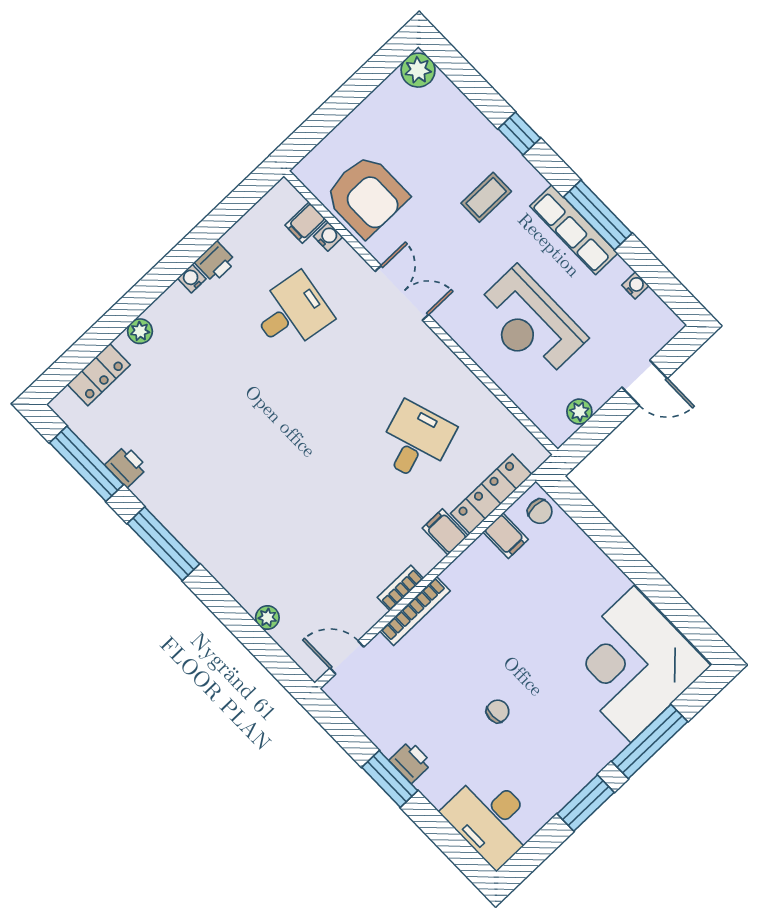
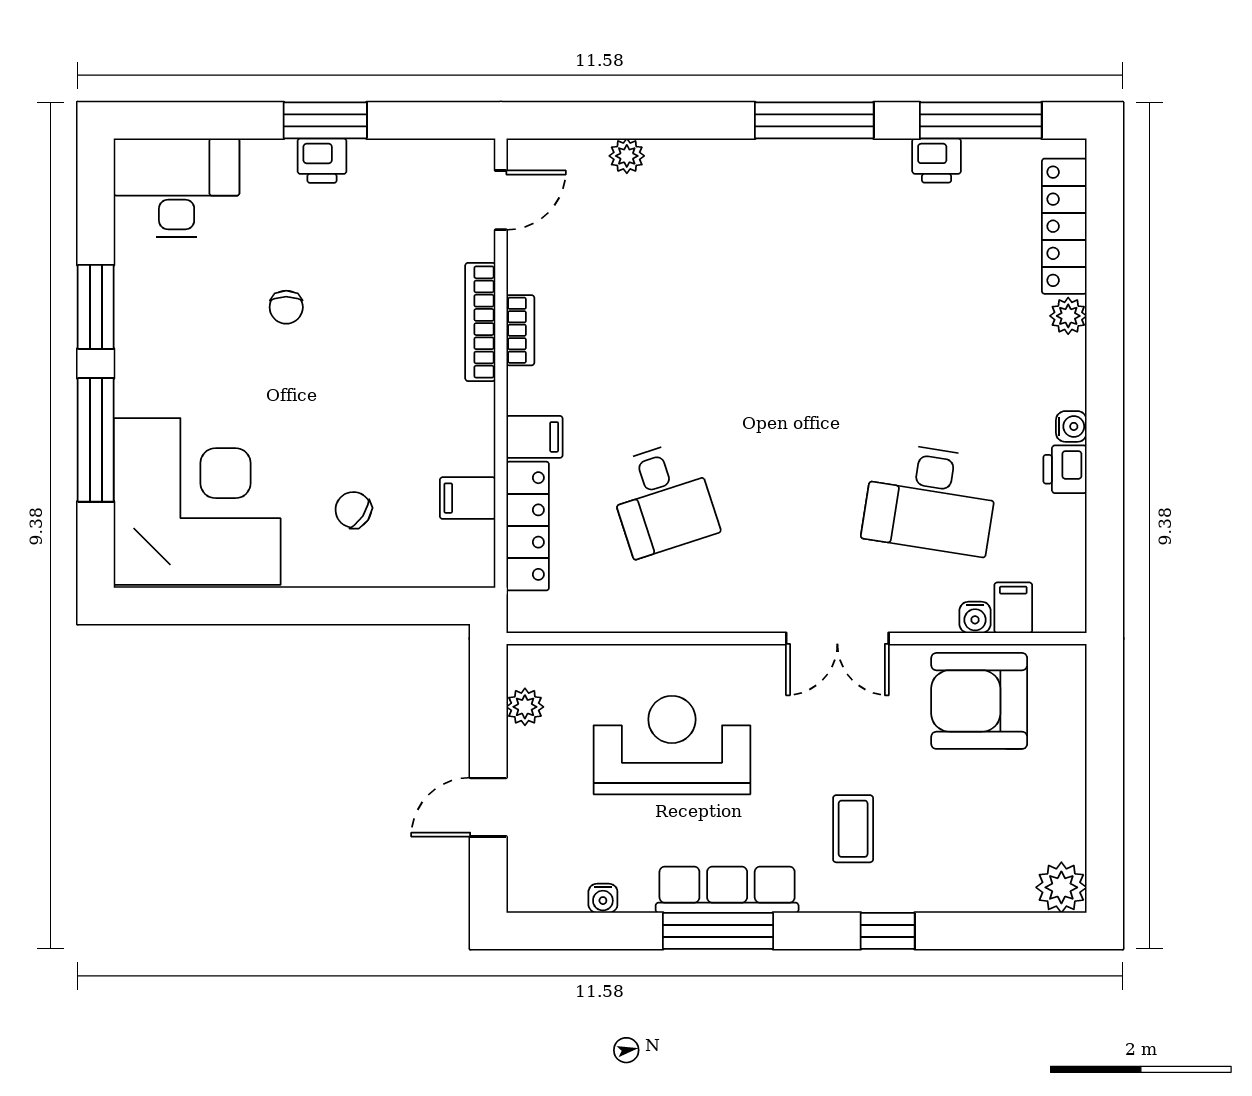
desk: (292, 313) -> (931, 499), width x1.37
locker: (99, 375) -> (1064, 226), width x1.53
chair: (540, 511) -> (353, 510), moved, turned 34

